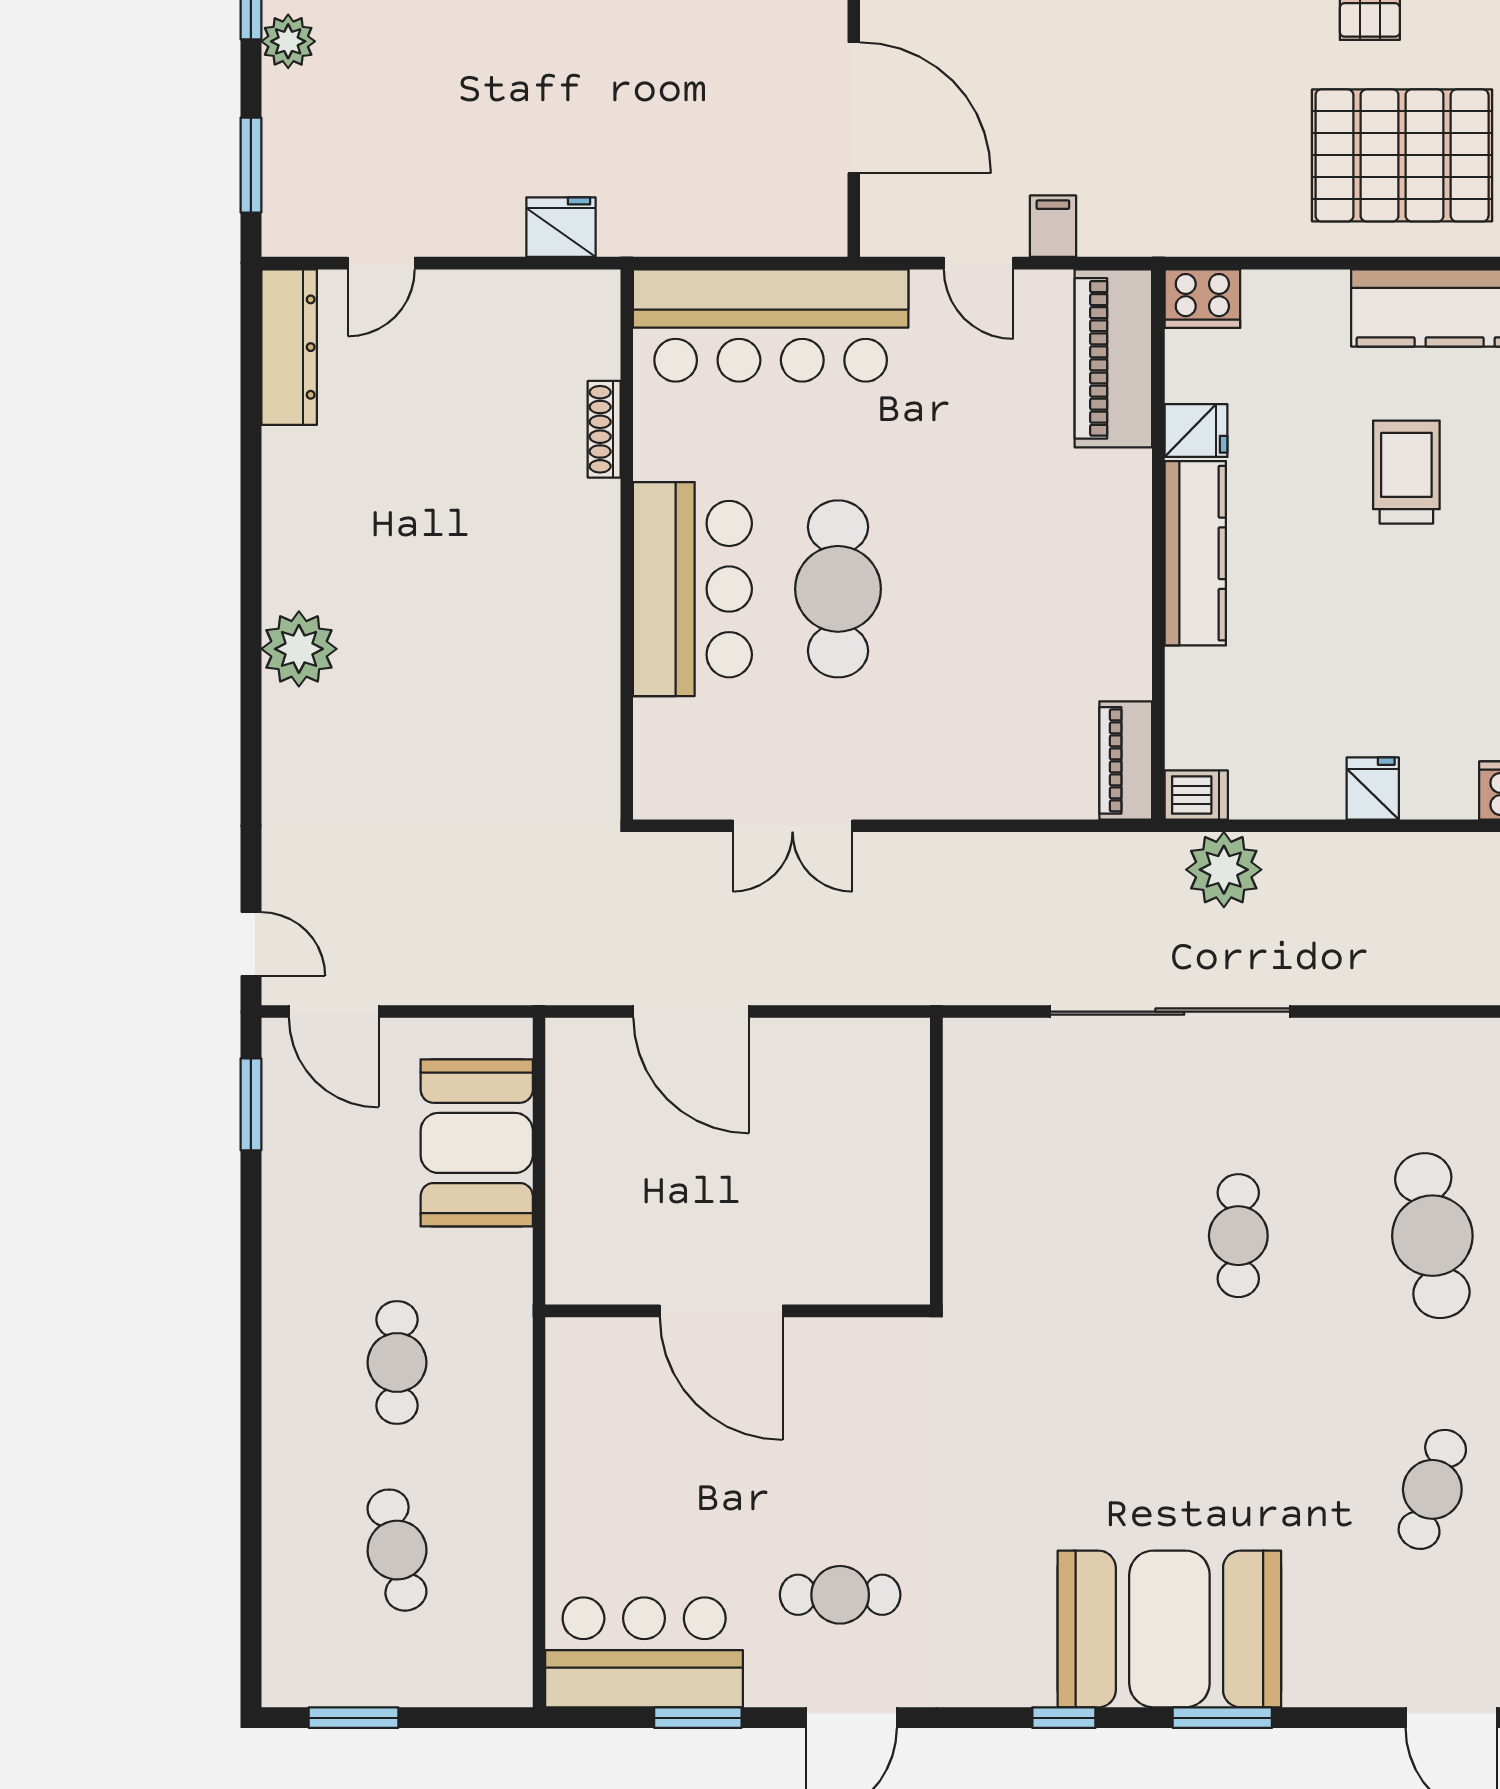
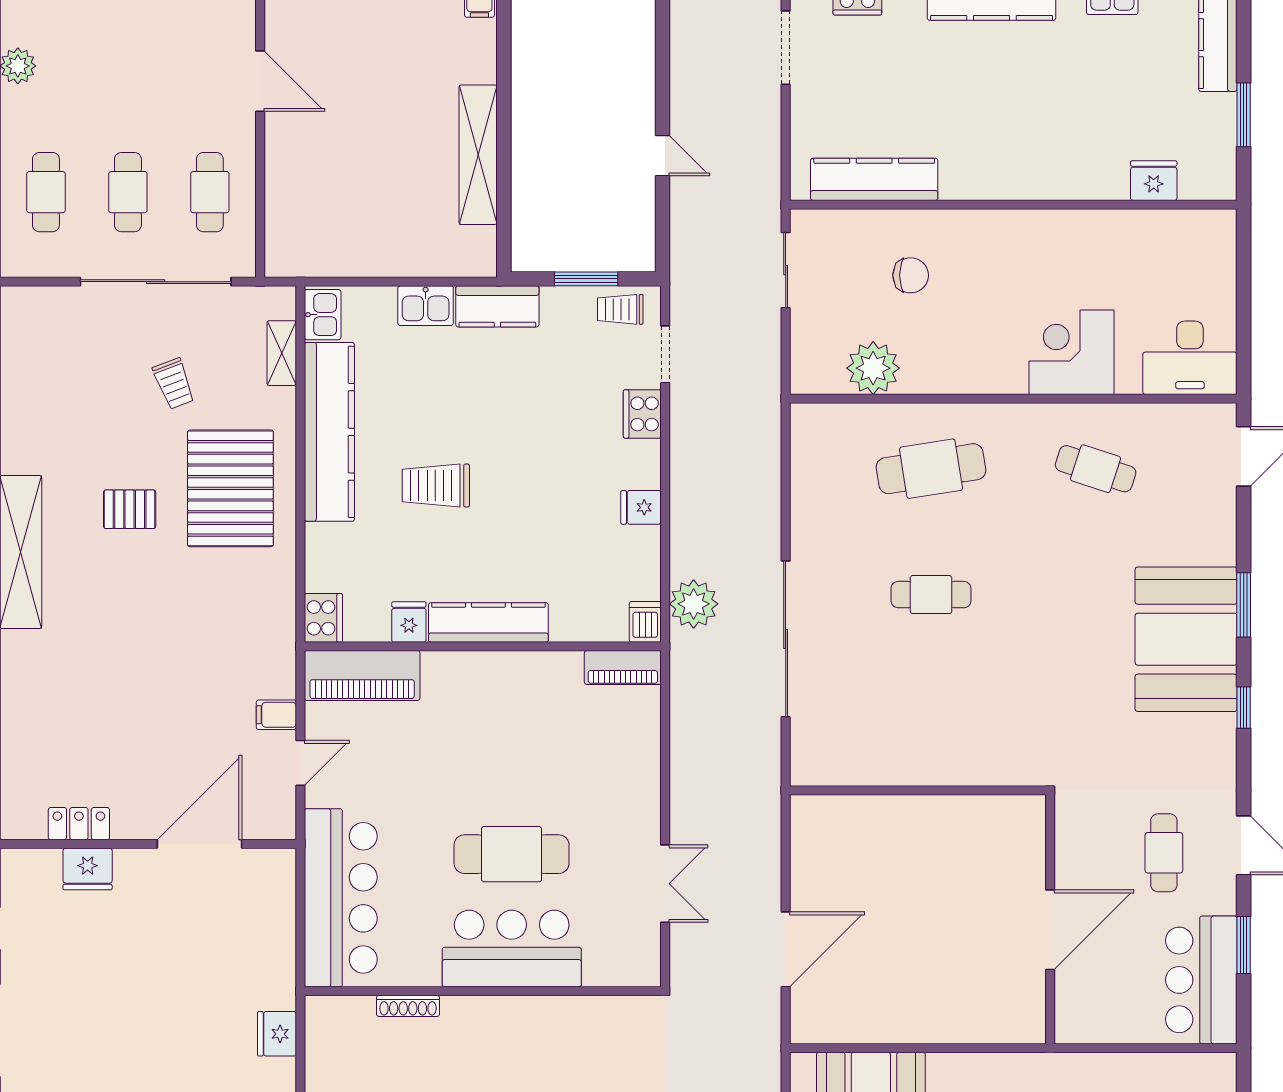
door: (721, 1311) -> (1050, 930), moved
wall: (738, 1311) -> (1050, 919), moved

